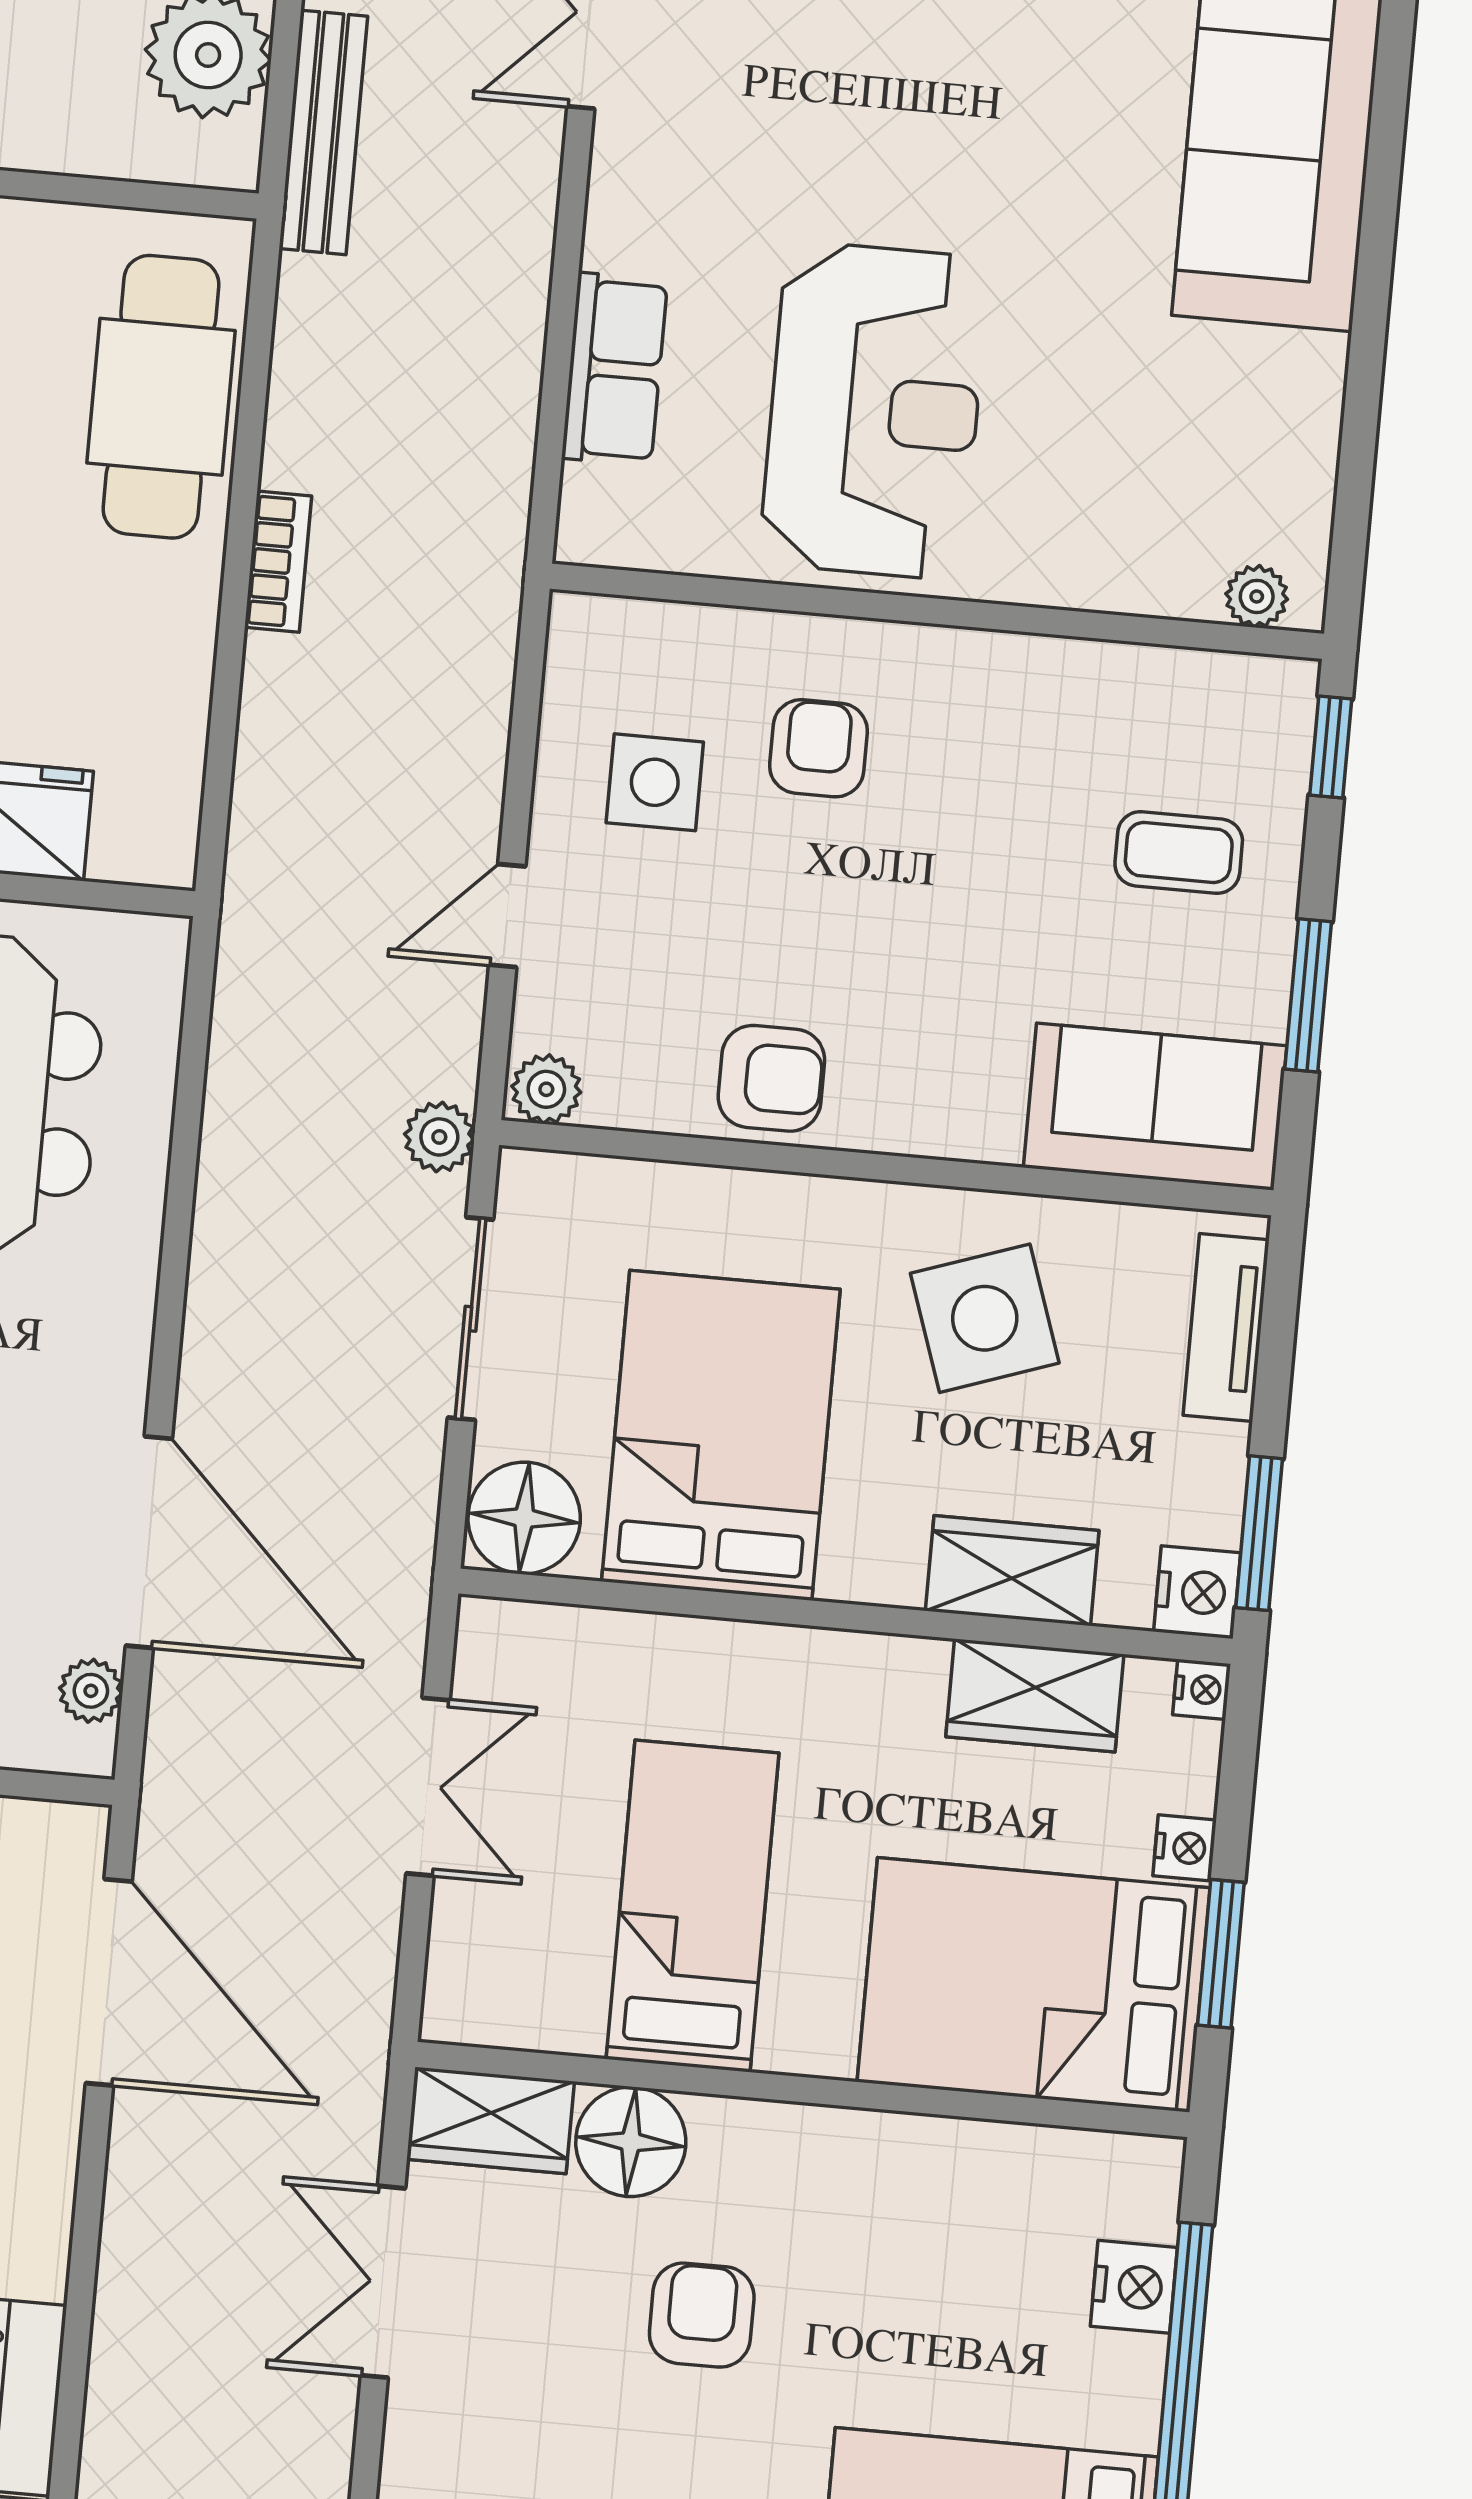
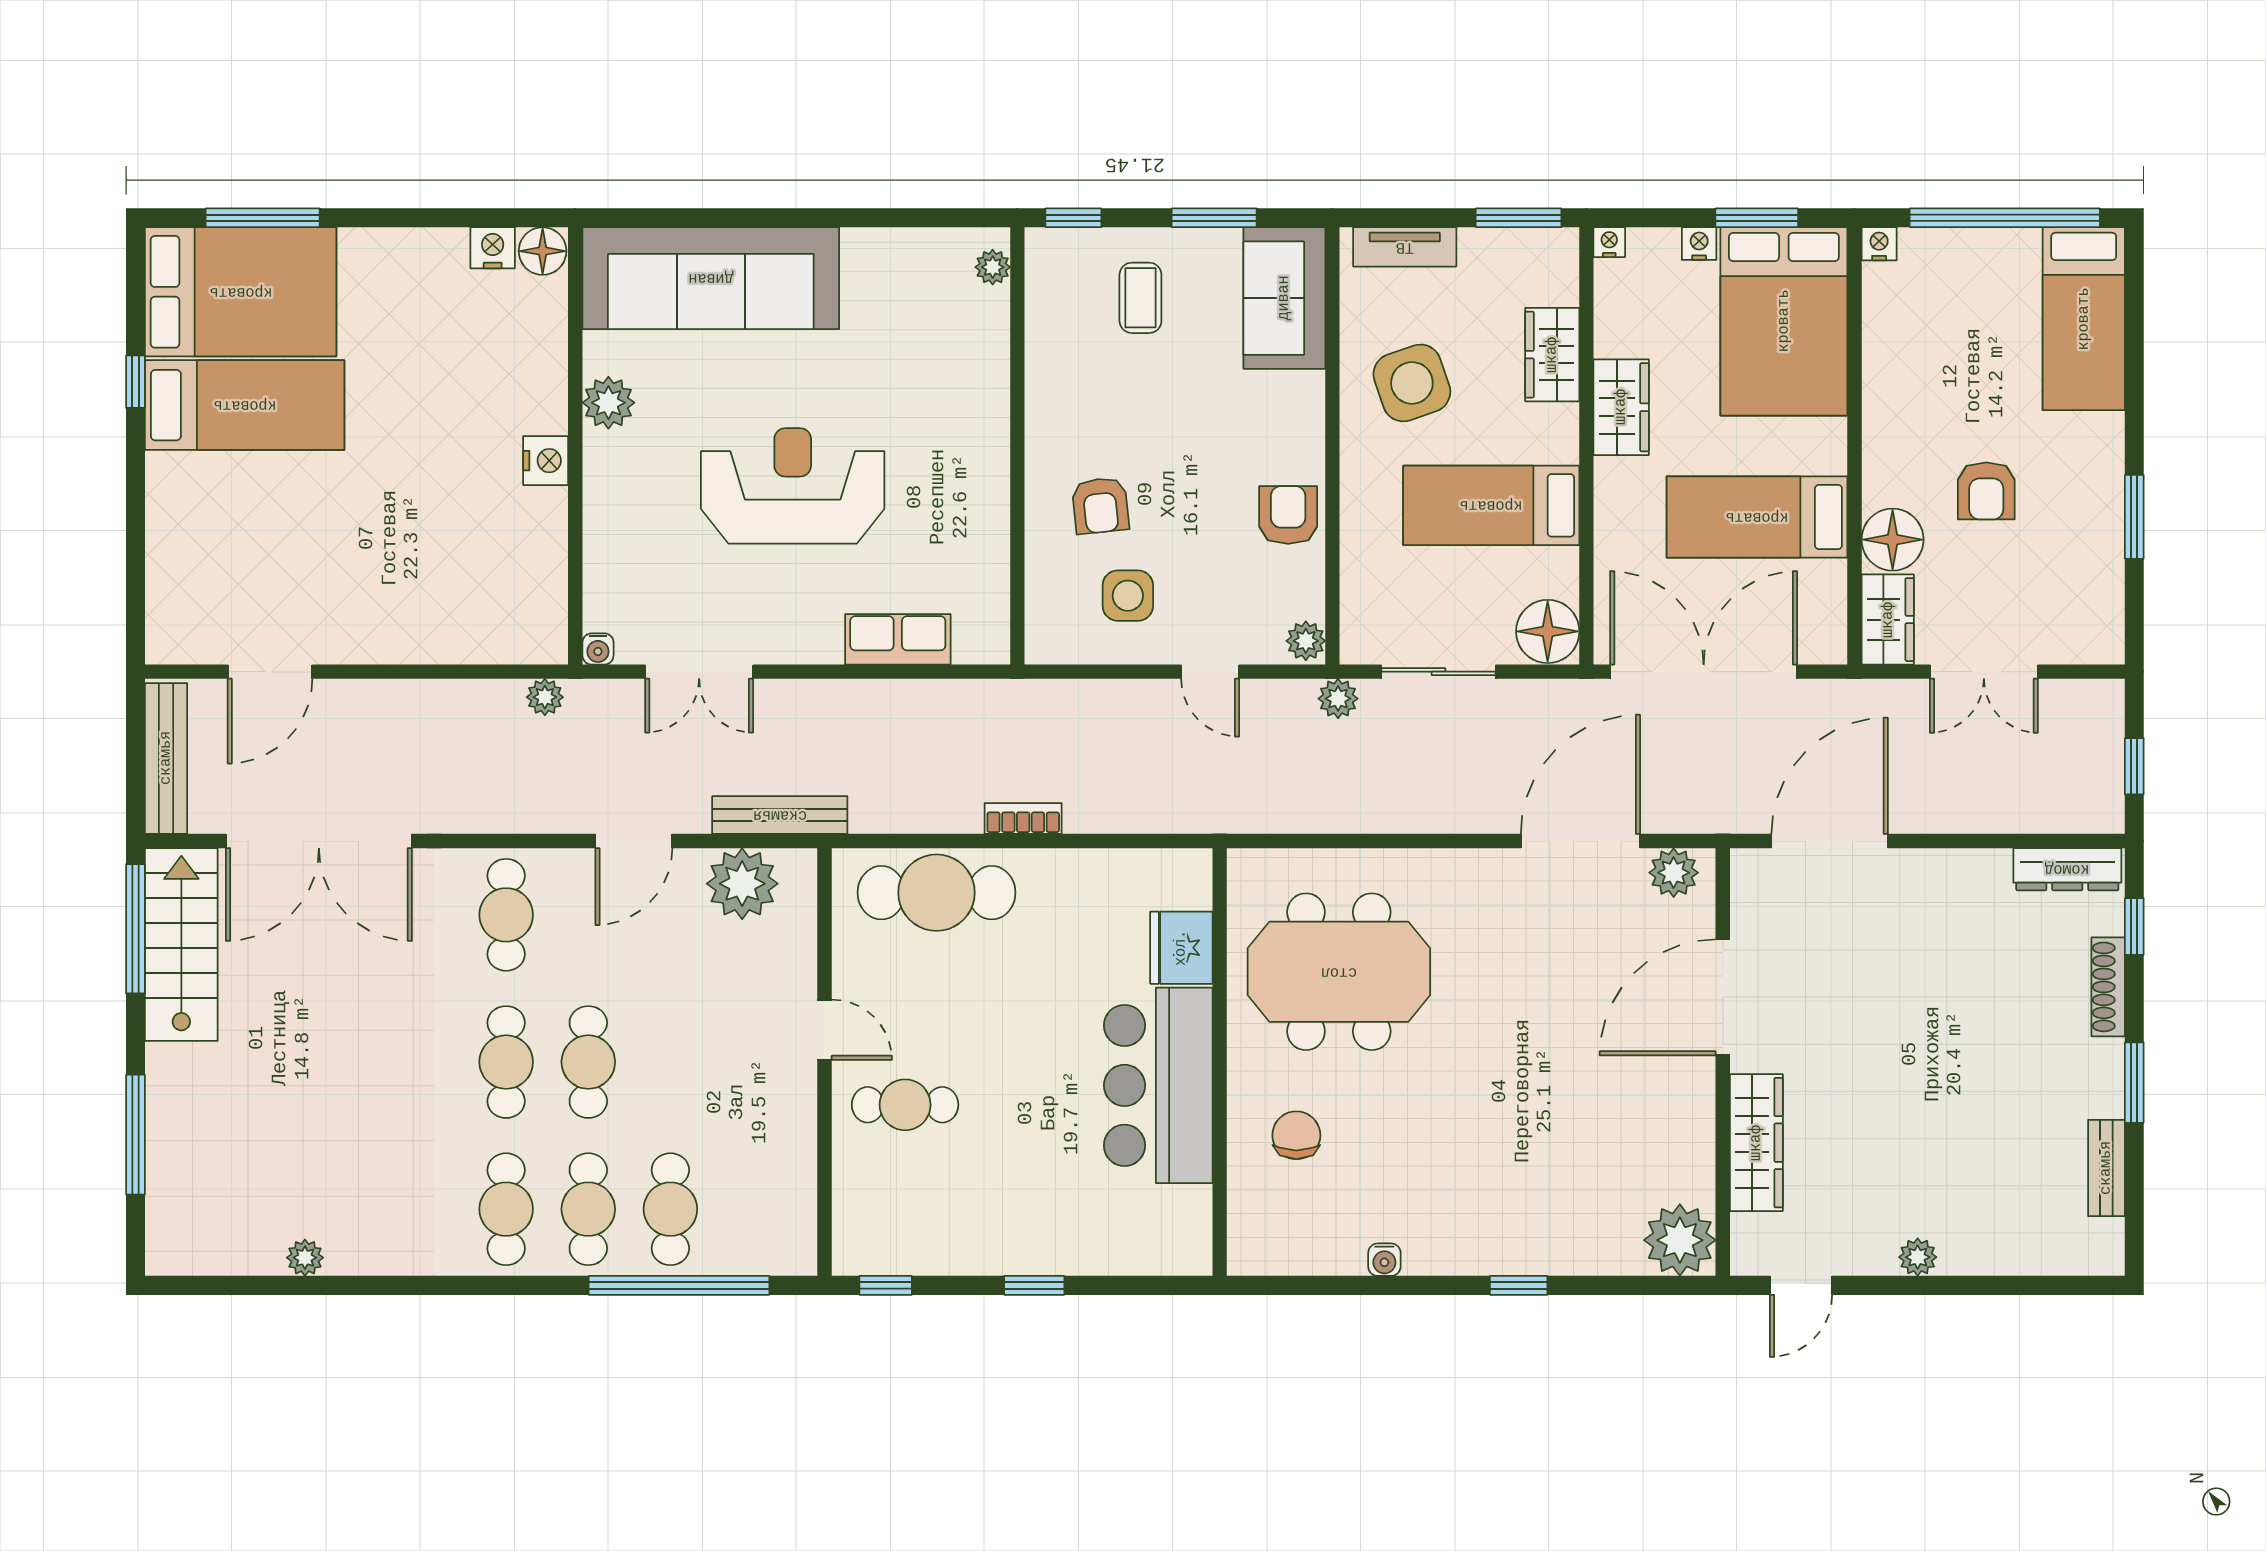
reception desk: (874, 410) -> (793, 486), moved
armchair: (818, 748) -> (1100, 505), turned -96
bed: (721, 1435) -> (1491, 505), width x0.67
nightstand: (1197, 1592) -> (1555, 250), removed
plant: (91, 1691) -> (1674, 873), width x1.38, depth x1.38
wardrobe: (1035, 1695) -> (1621, 407), moved
double door: (428, 1787) -> (1704, 672), width x1.87
nightstand: (1134, 2287) -> (1879, 244), moved, width x0.72, depth x0.74
armchair: (702, 2315) -> (1986, 491), turned -90

